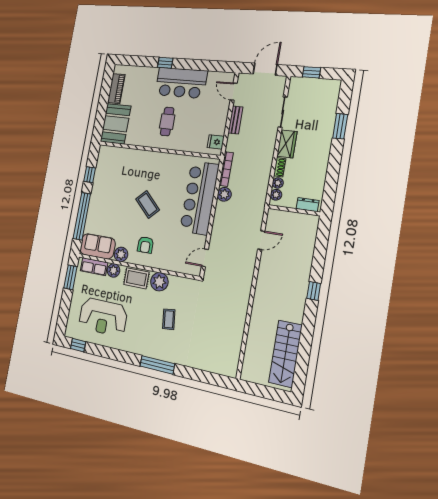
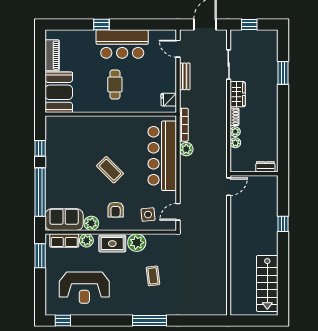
dresser: (308, 205) -> (265, 167), moved
wall: (294, 210) -> (254, 174), moved
side table: (175, 255) -> (148, 215), added

